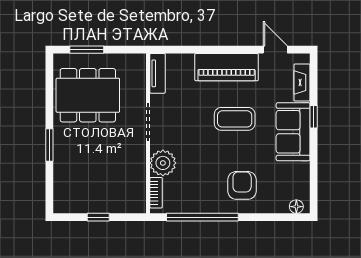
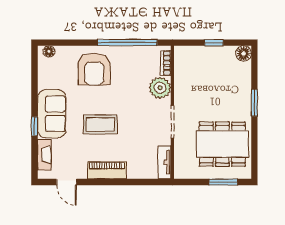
piano: (227, 67) -> (107, 170), width x0.73, depth x0.75
armchair: (242, 185) -> (94, 69), width x1.36, depth x1.36
floor lamp: (62, 204) -> (244, 53), added

